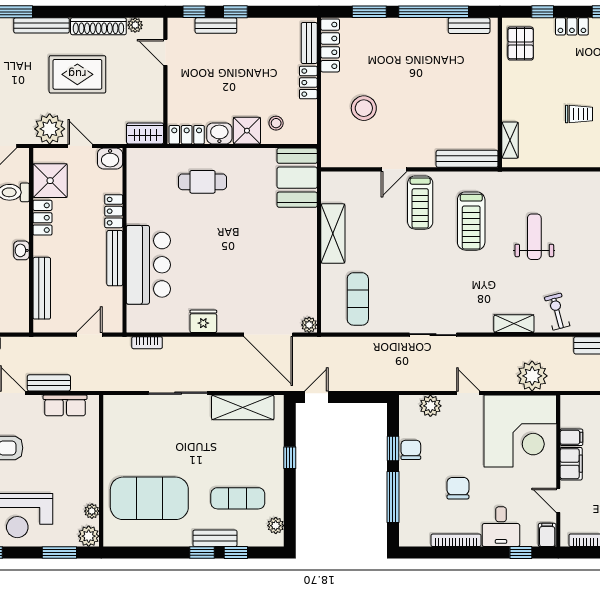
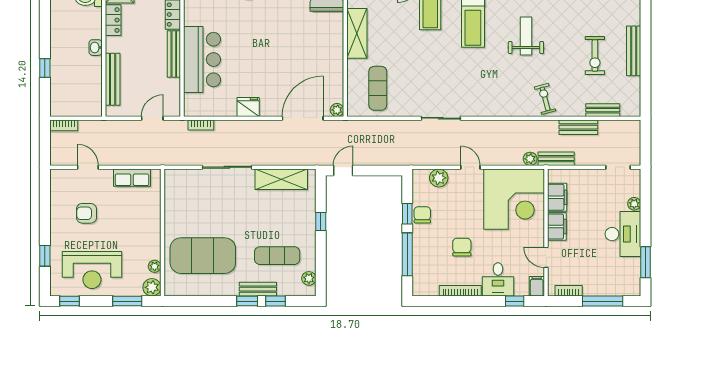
shelving: (514, 324) -> (509, 109), removed
door: (268, 335) -> (303, 118), swing flipped
plant: (532, 376) -> (530, 159), width x0.53, depth x0.53
bench: (49, 383) -> (556, 159), moved
filing cabinet: (571, 437) -> (557, 197), width x2.00

